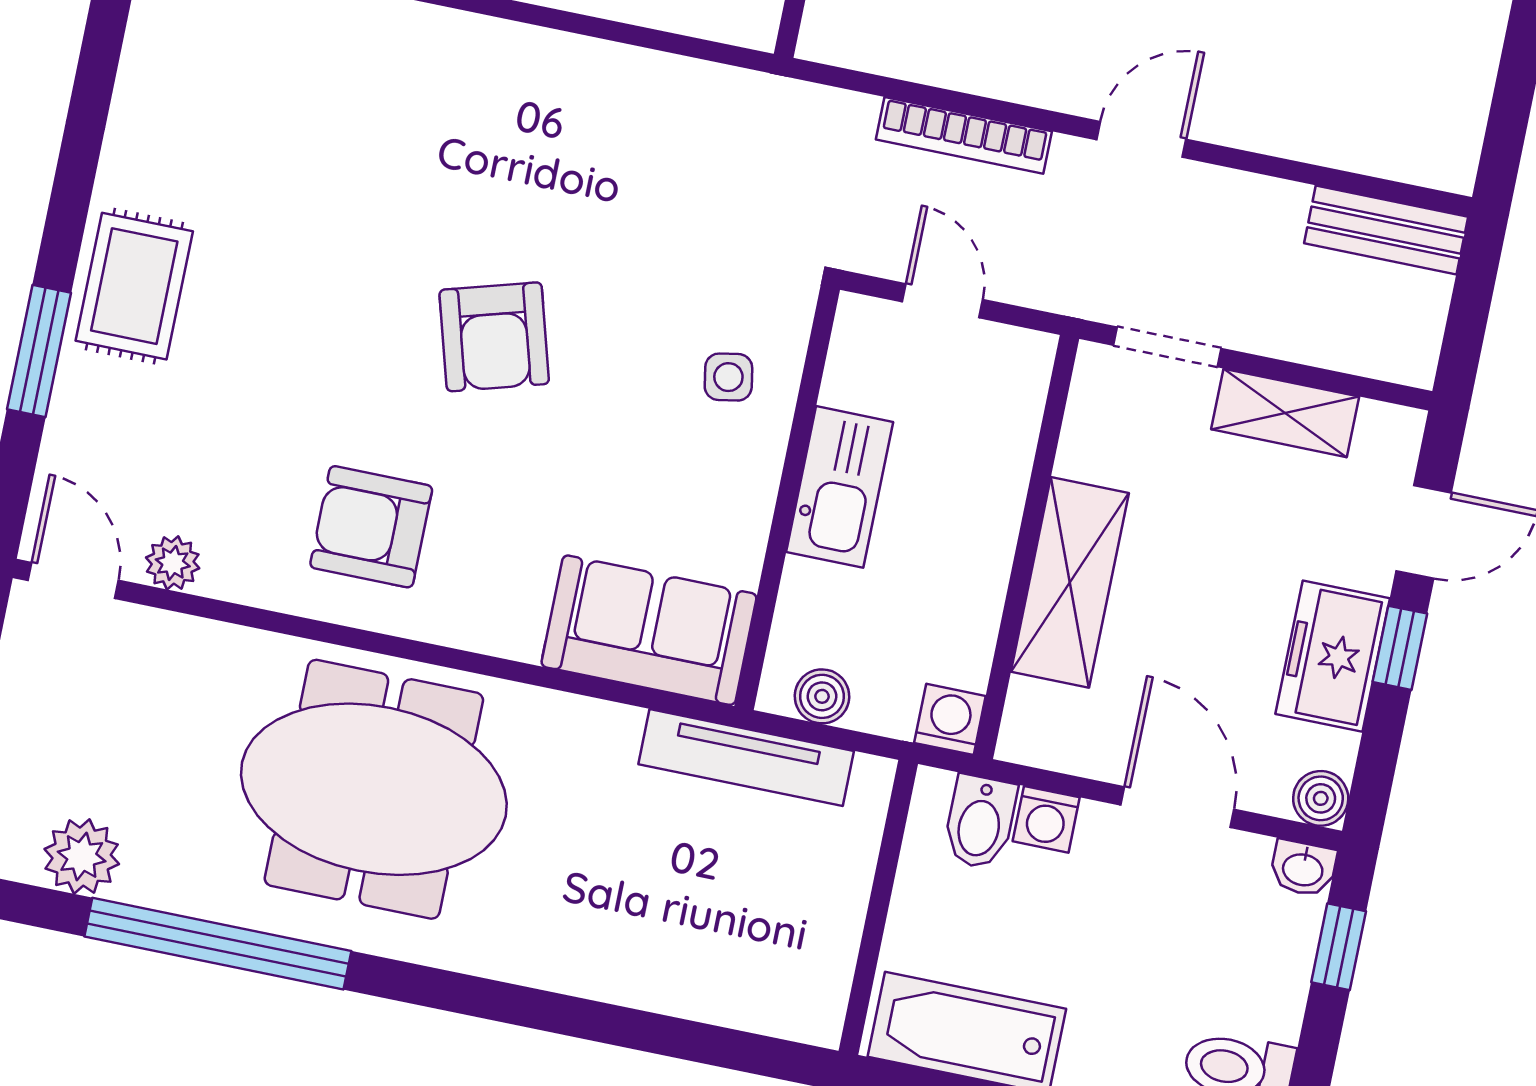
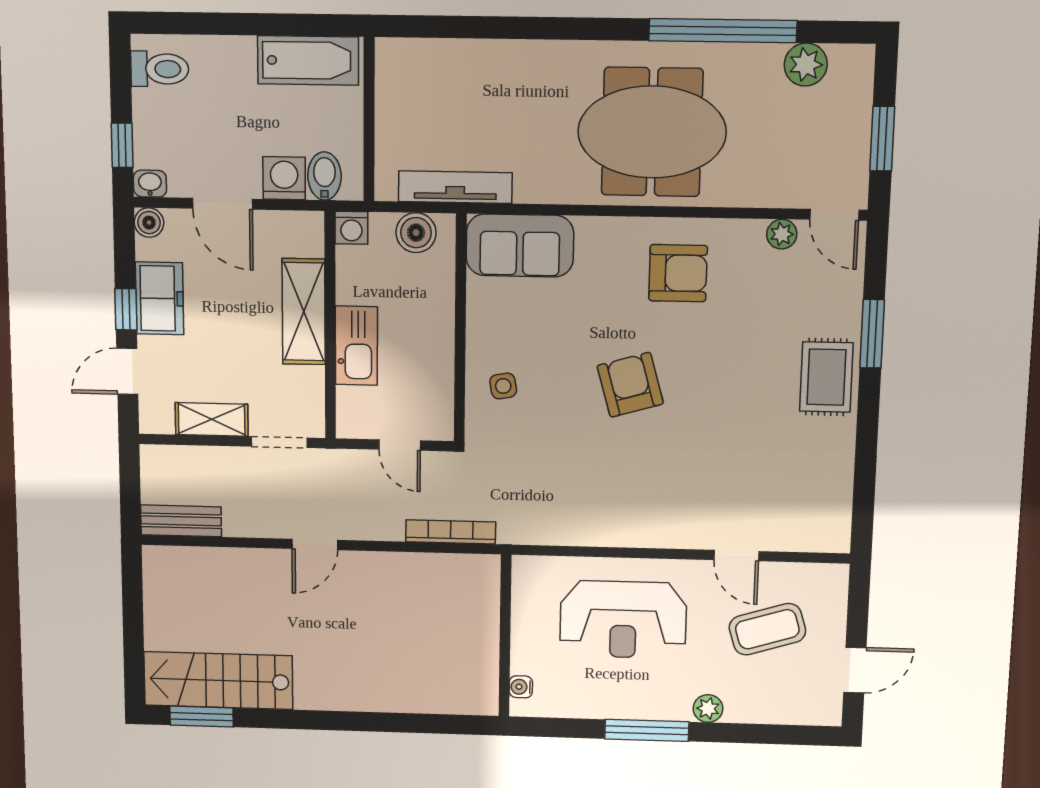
bookcase: (964, 135) -> (451, 532), moved
kitchen sink: (840, 487) -> (356, 346), moved, turned 180
boiler: (822, 696) -> (416, 233), width x1.36, depth x1.36
washing machine: (1046, 819) -> (284, 178), width x1.38, depth x1.38

